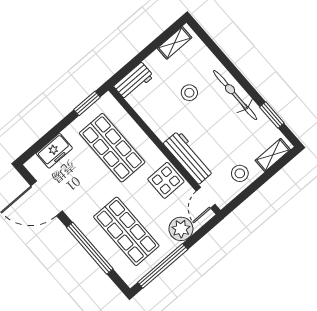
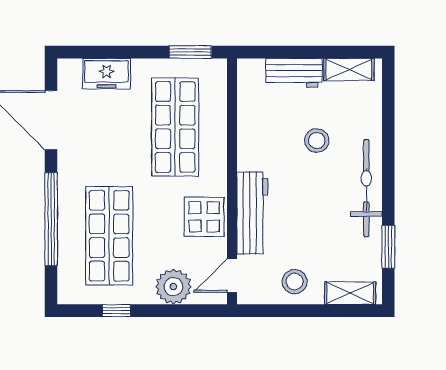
workbench: (134, 81) -> (294, 73), moved
window: (163, 266) -> (116, 311), width x0.32

